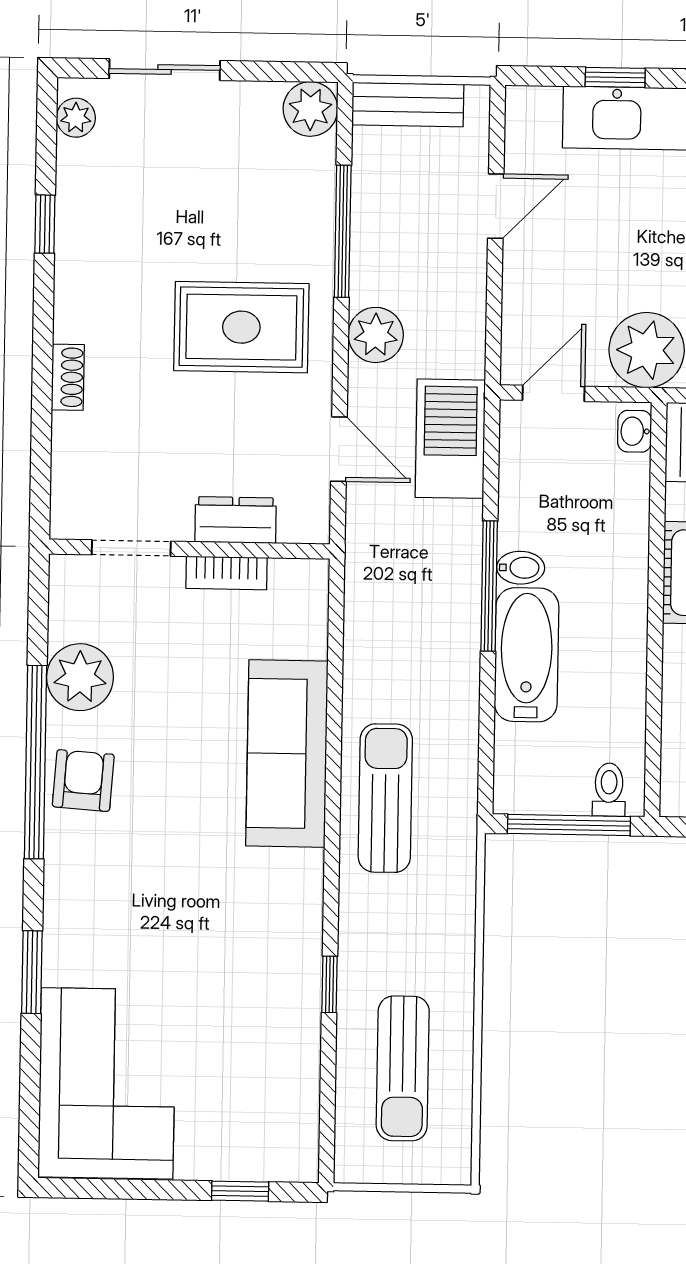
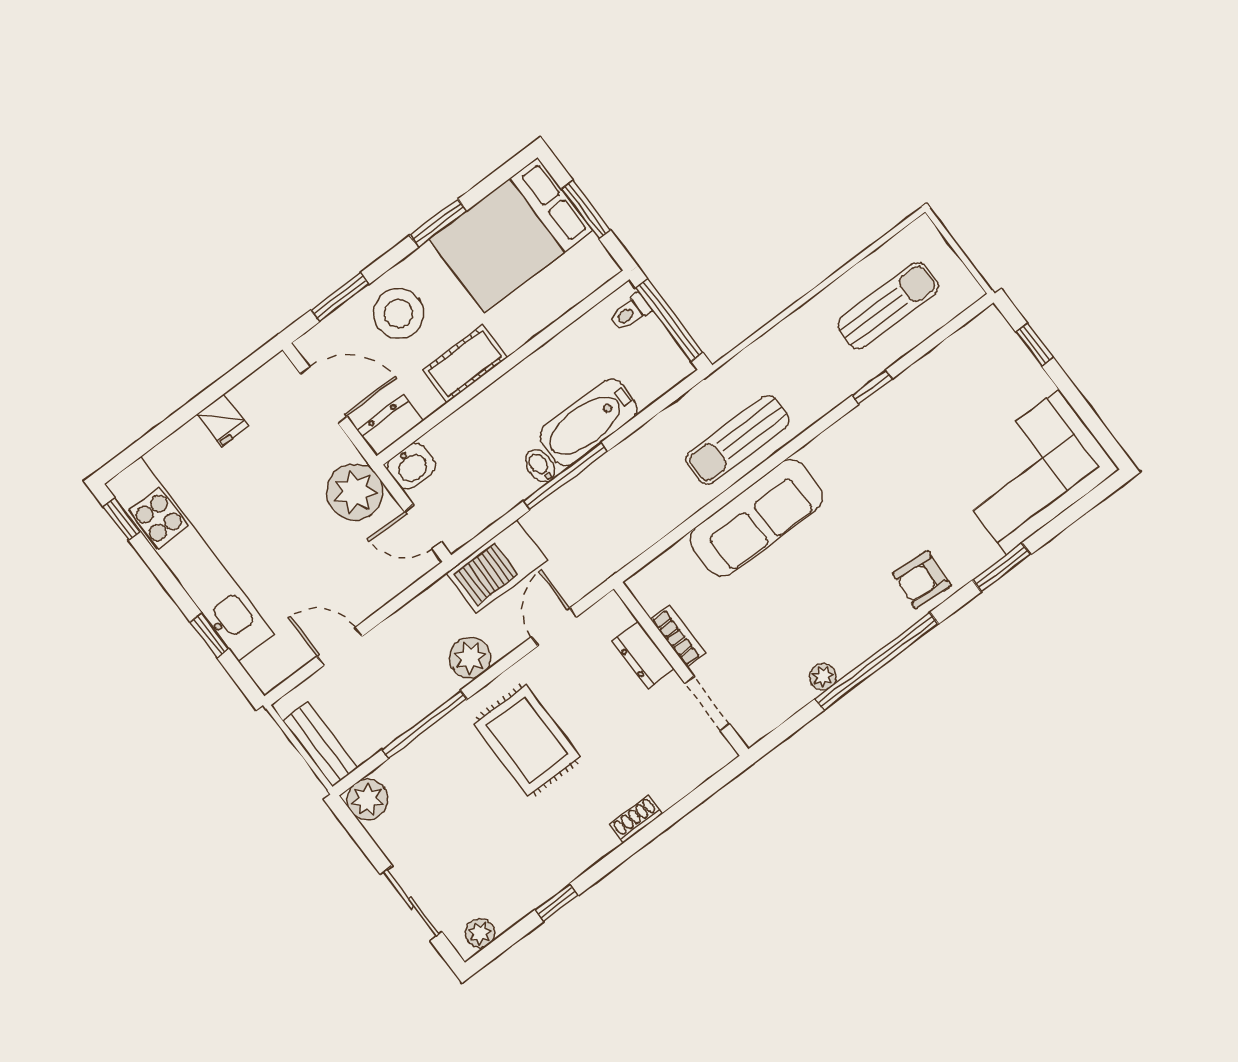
washbasin: (635, 431) -> (411, 466), width x1.38, depth x1.45
plant: (80, 677) -> (823, 677), width x0.53, depth x0.53
armchair: (83, 781) -> (922, 580), moved

